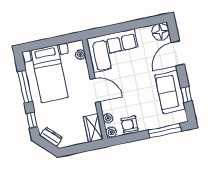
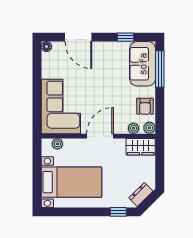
floor lamp: (161, 32) -> (46, 47), width x0.53, depth x0.53
window: (25, 87) -> (80, 212), removed
sofa: (170, 92) -> (143, 64), moved, turned 90

